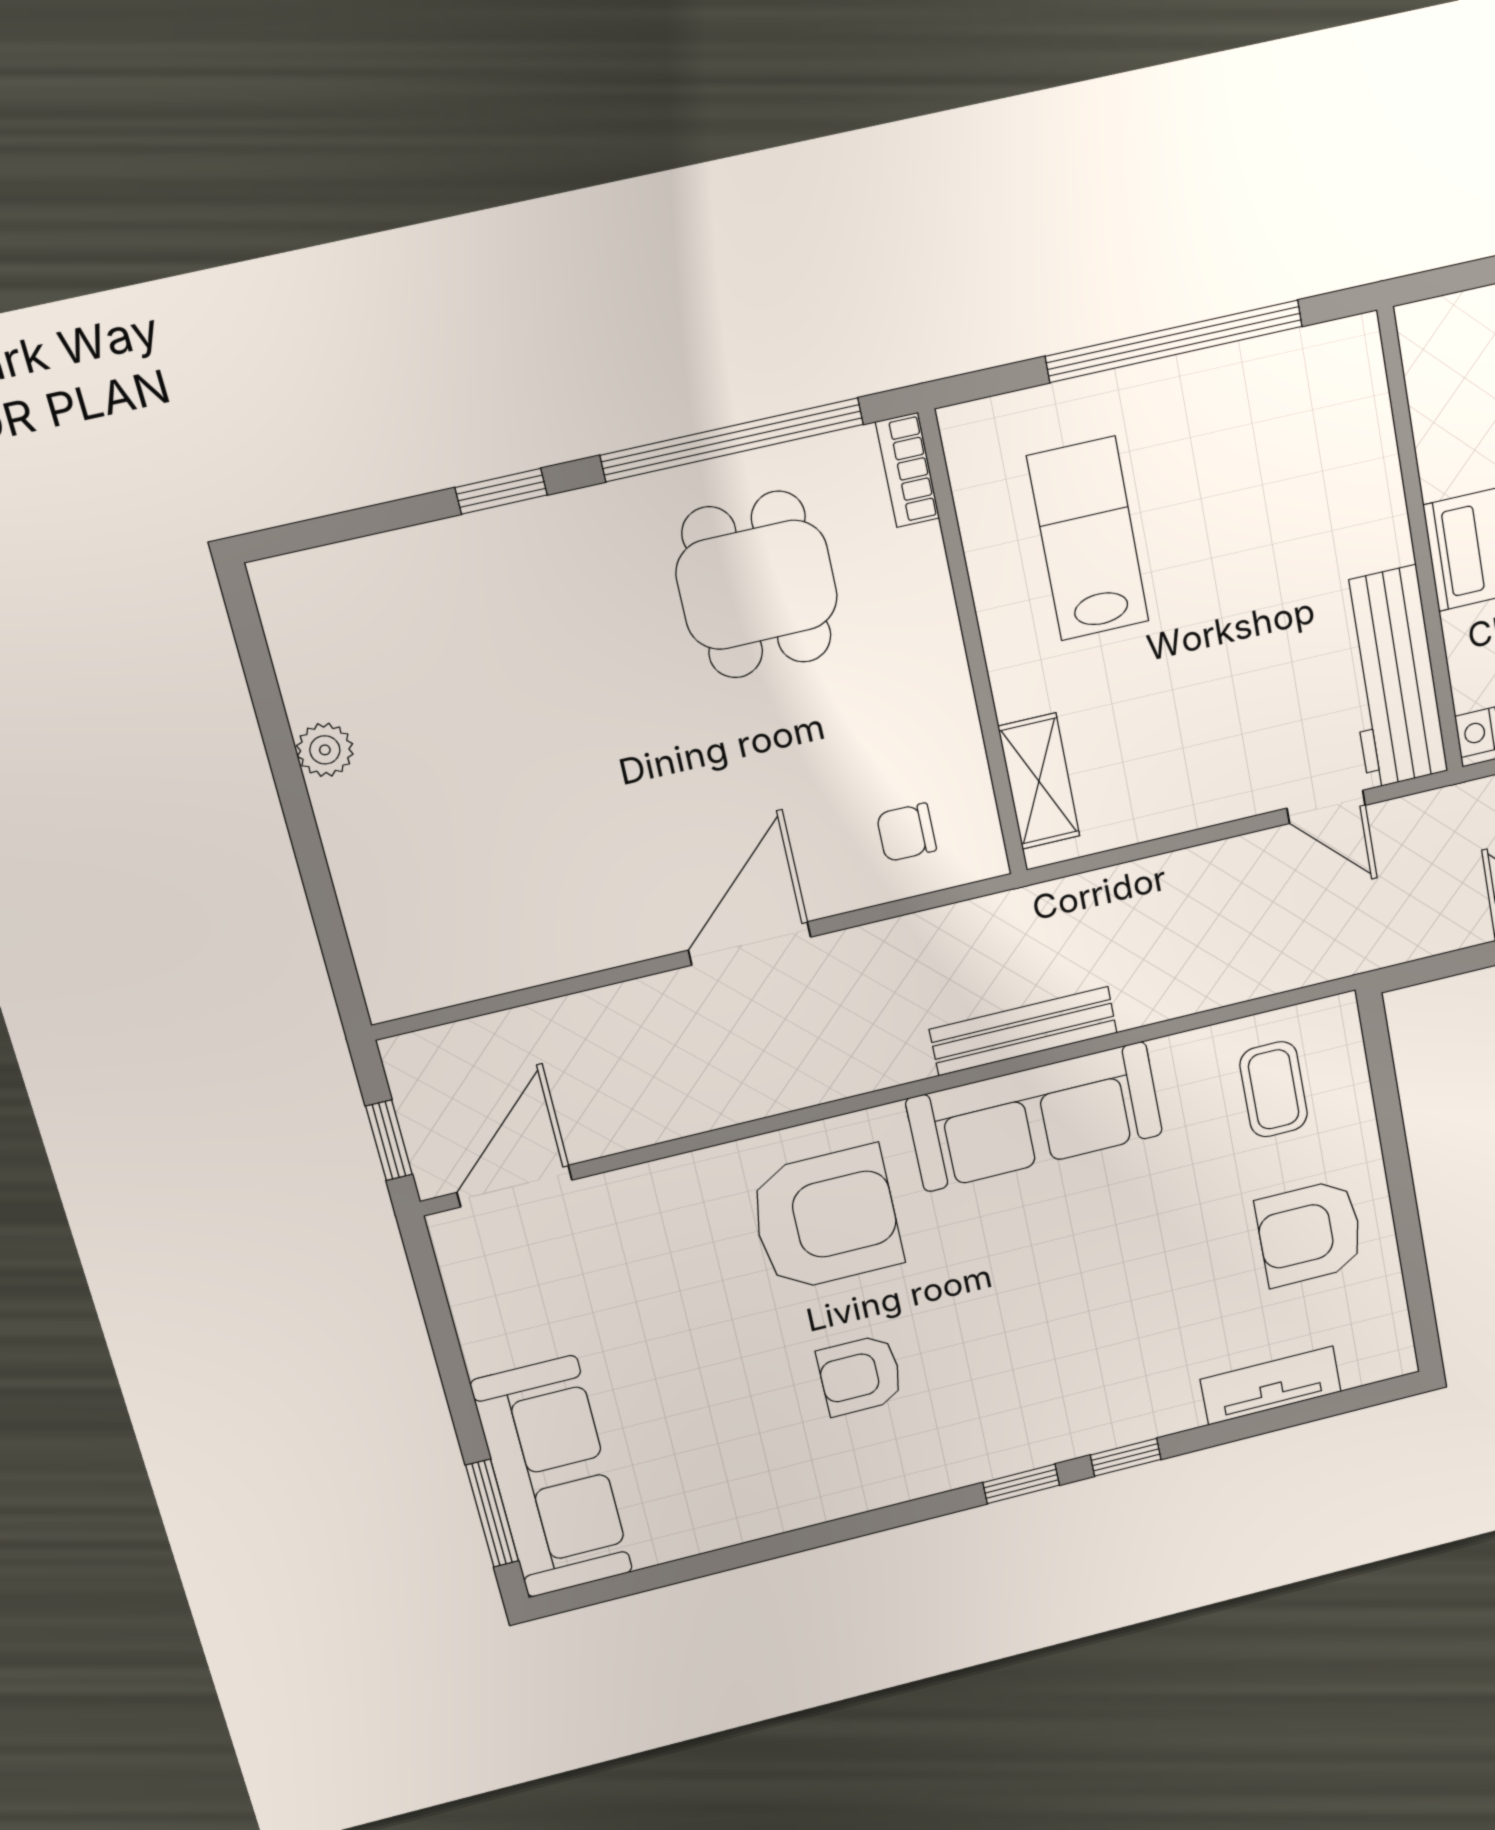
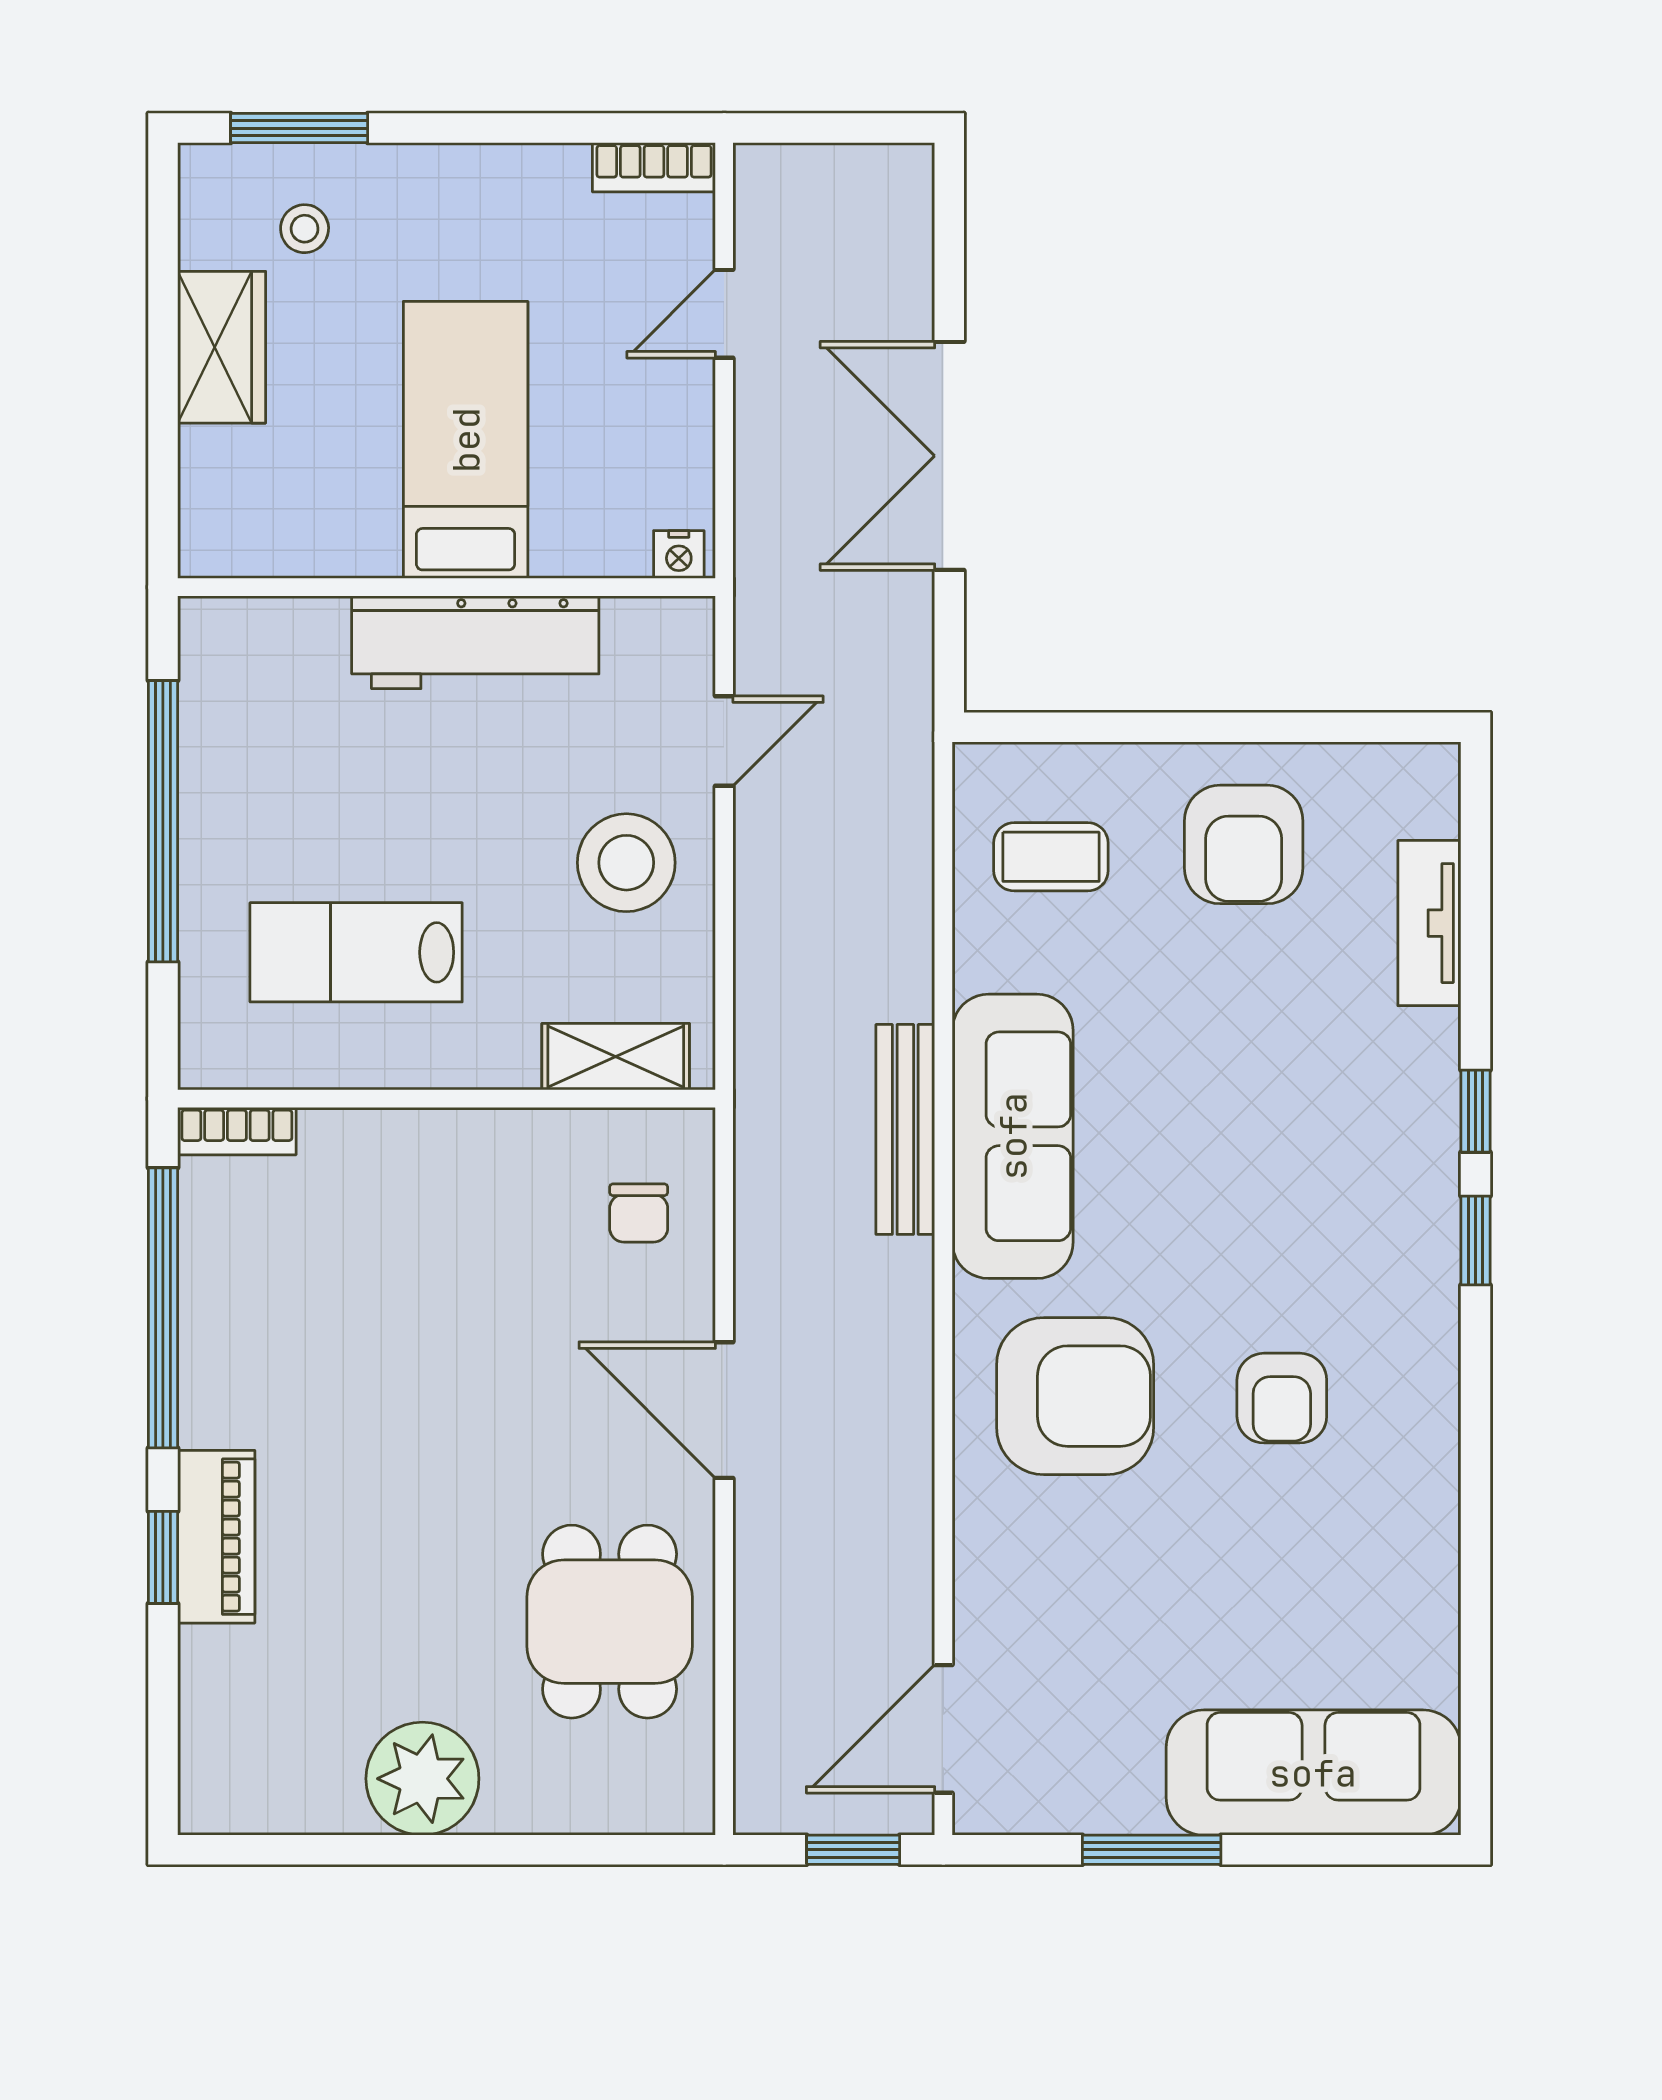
piano: (532, 535) -> (216, 1537), added
dining table: (757, 585) -> (610, 1622), moved, turned 90
workbench: (1392, 678) -> (475, 642), moved
plant: (325, 750) -> (422, 1779), width x1.87, depth x1.87
stool: (1208, 751) -> (626, 863), added
door: (514, 1186) -> (943, 1729), hinge flipped
armchair: (826, 1219) -> (1075, 1396), turned 90
window: (492, 1513) -> (1152, 1850), moved

